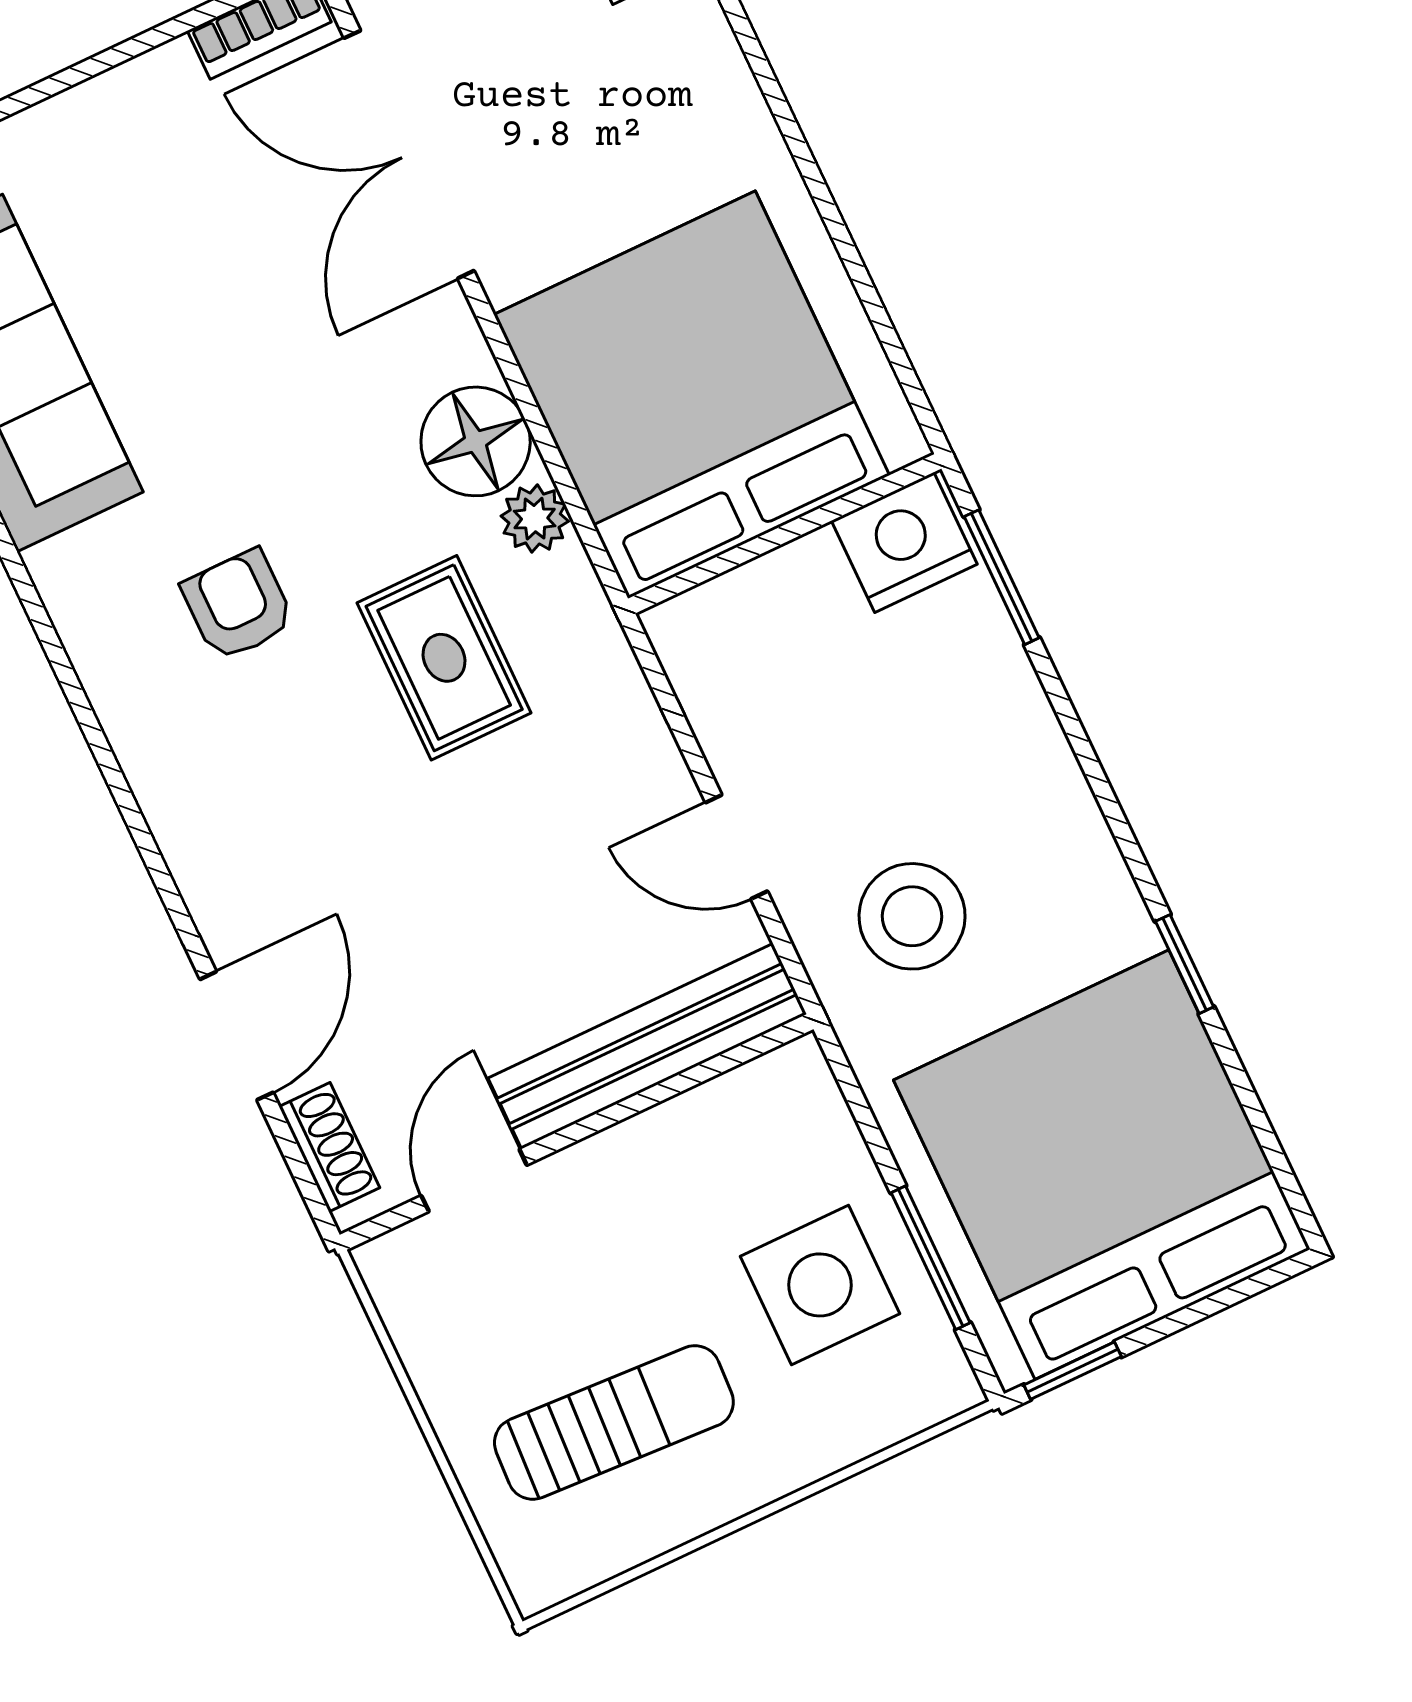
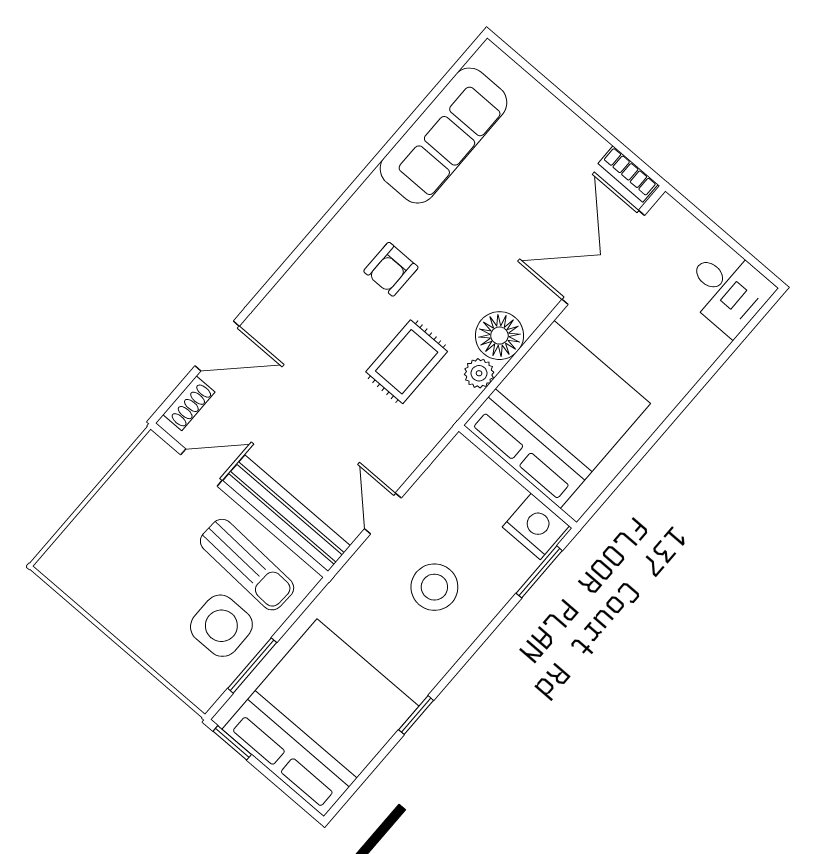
armchair: (238, 605) -> (391, 269), turned 180
stool: (912, 916) -> (434, 587), moved
sun lounger: (614, 1422) -> (247, 565), moved

